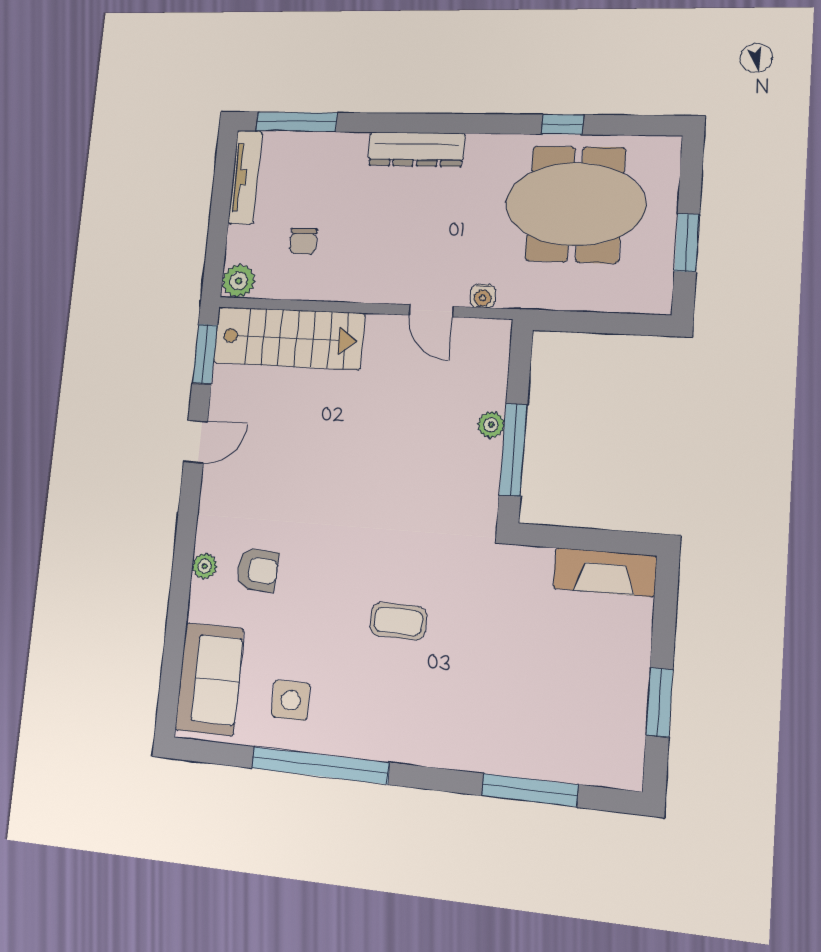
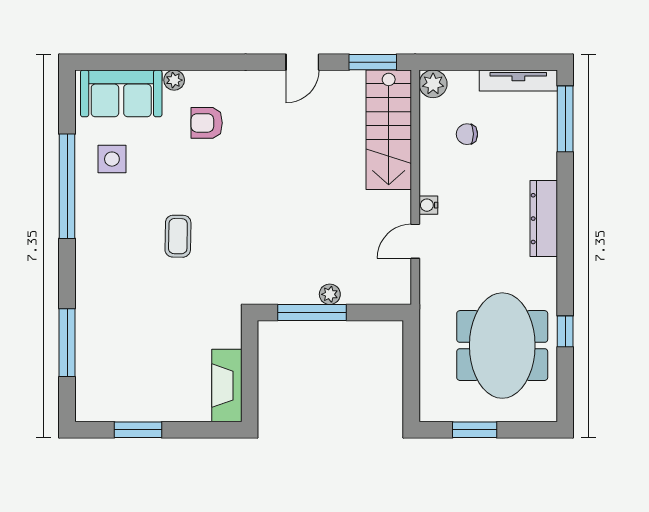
water cooler: (483, 296) -> (428, 205), moved
door: (196, 442) -> (302, 62), hinge flipped
plant: (205, 566) -> (174, 80), moved
armchair: (257, 570) -> (207, 123), turned 87

